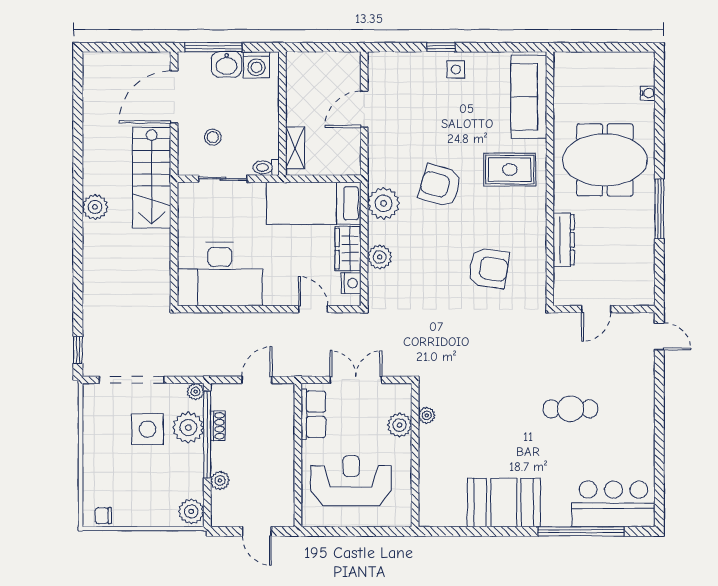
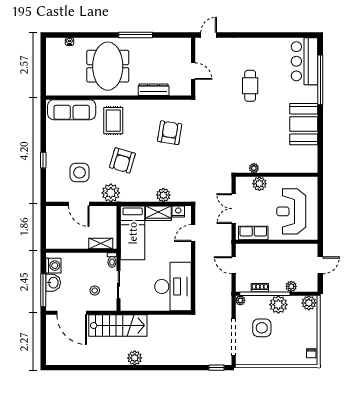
side table: (456, 69) -> (80, 173), moved, width x1.87, depth x1.87
plant: (384, 203) -> (111, 193), moved
plant: (188, 428) -> (278, 305), moved

